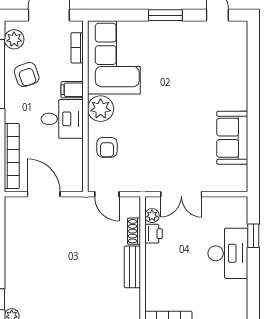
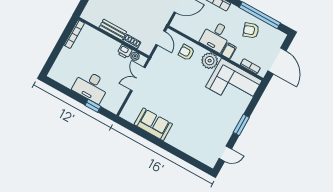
plant: (14, 39) -> (274, 34), removed
door: (107, 194) -> (161, 38), swing flipped

